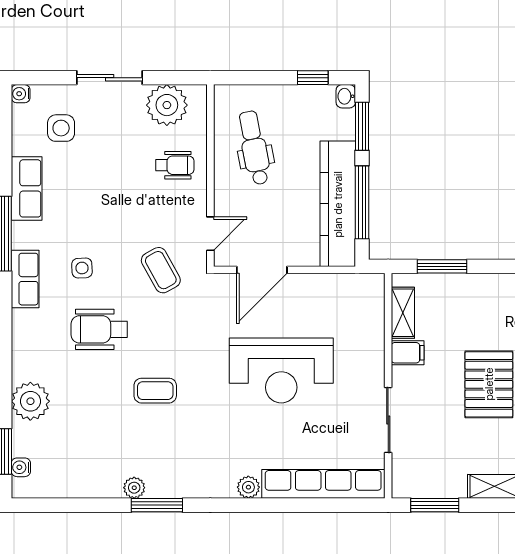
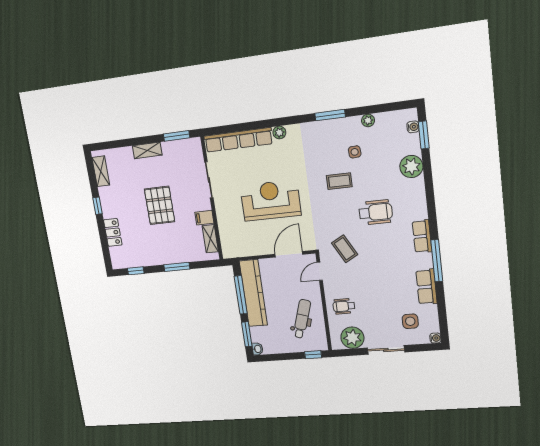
window: (313, 78) -> (313, 355), moved
dental chair: (254, 148) -> (302, 319), turned -151
window: (442, 266) -> (177, 267), moved
side table: (82, 268) -> (355, 152), moved
plant: (134, 488) -> (368, 120), moved

